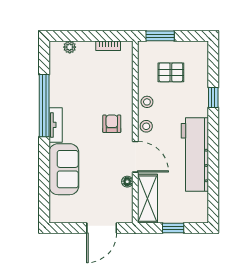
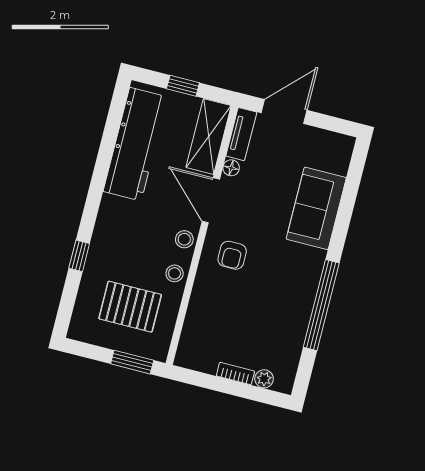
bookcase: (108, 46) -> (235, 374), moved
pallet: (171, 72) -> (130, 307), width x1.50, depth x1.42
tv unit: (56, 125) -> (241, 134), moved, turned 180
workbench: (195, 154) -> (135, 144), moved

